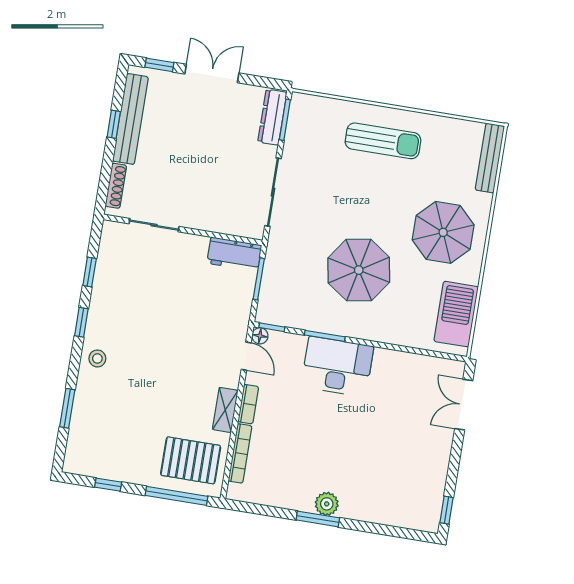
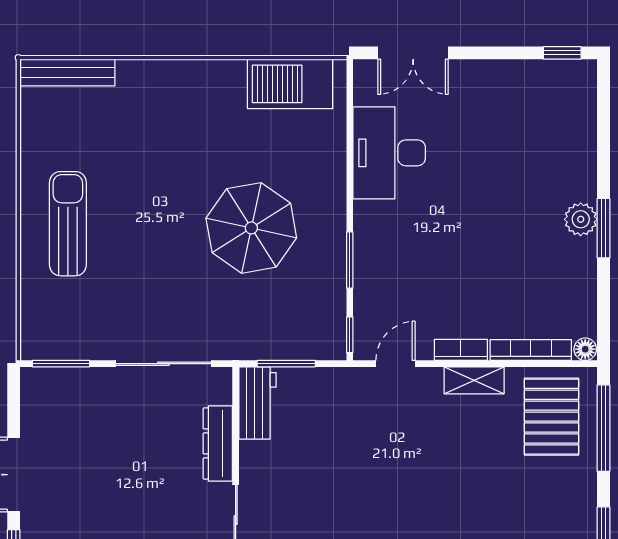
dresser: (272, 117) -> (218, 443), moved, turned 90
parasol: (443, 232) -> (180, 120), removed
floor lamp: (260, 336) -> (585, 349), moved
desk: (337, 367) -> (389, 153), moved

